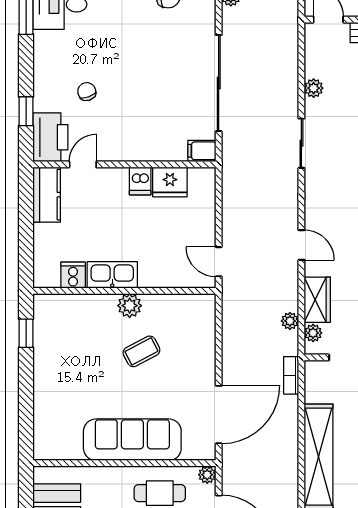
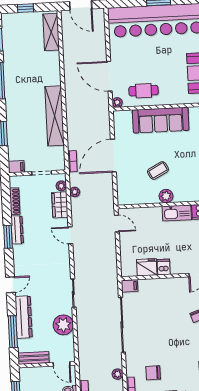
plant: (314, 88) -> (63, 325), width x1.87, depth x1.87
door: (219, 415) -> (113, 156), moved

